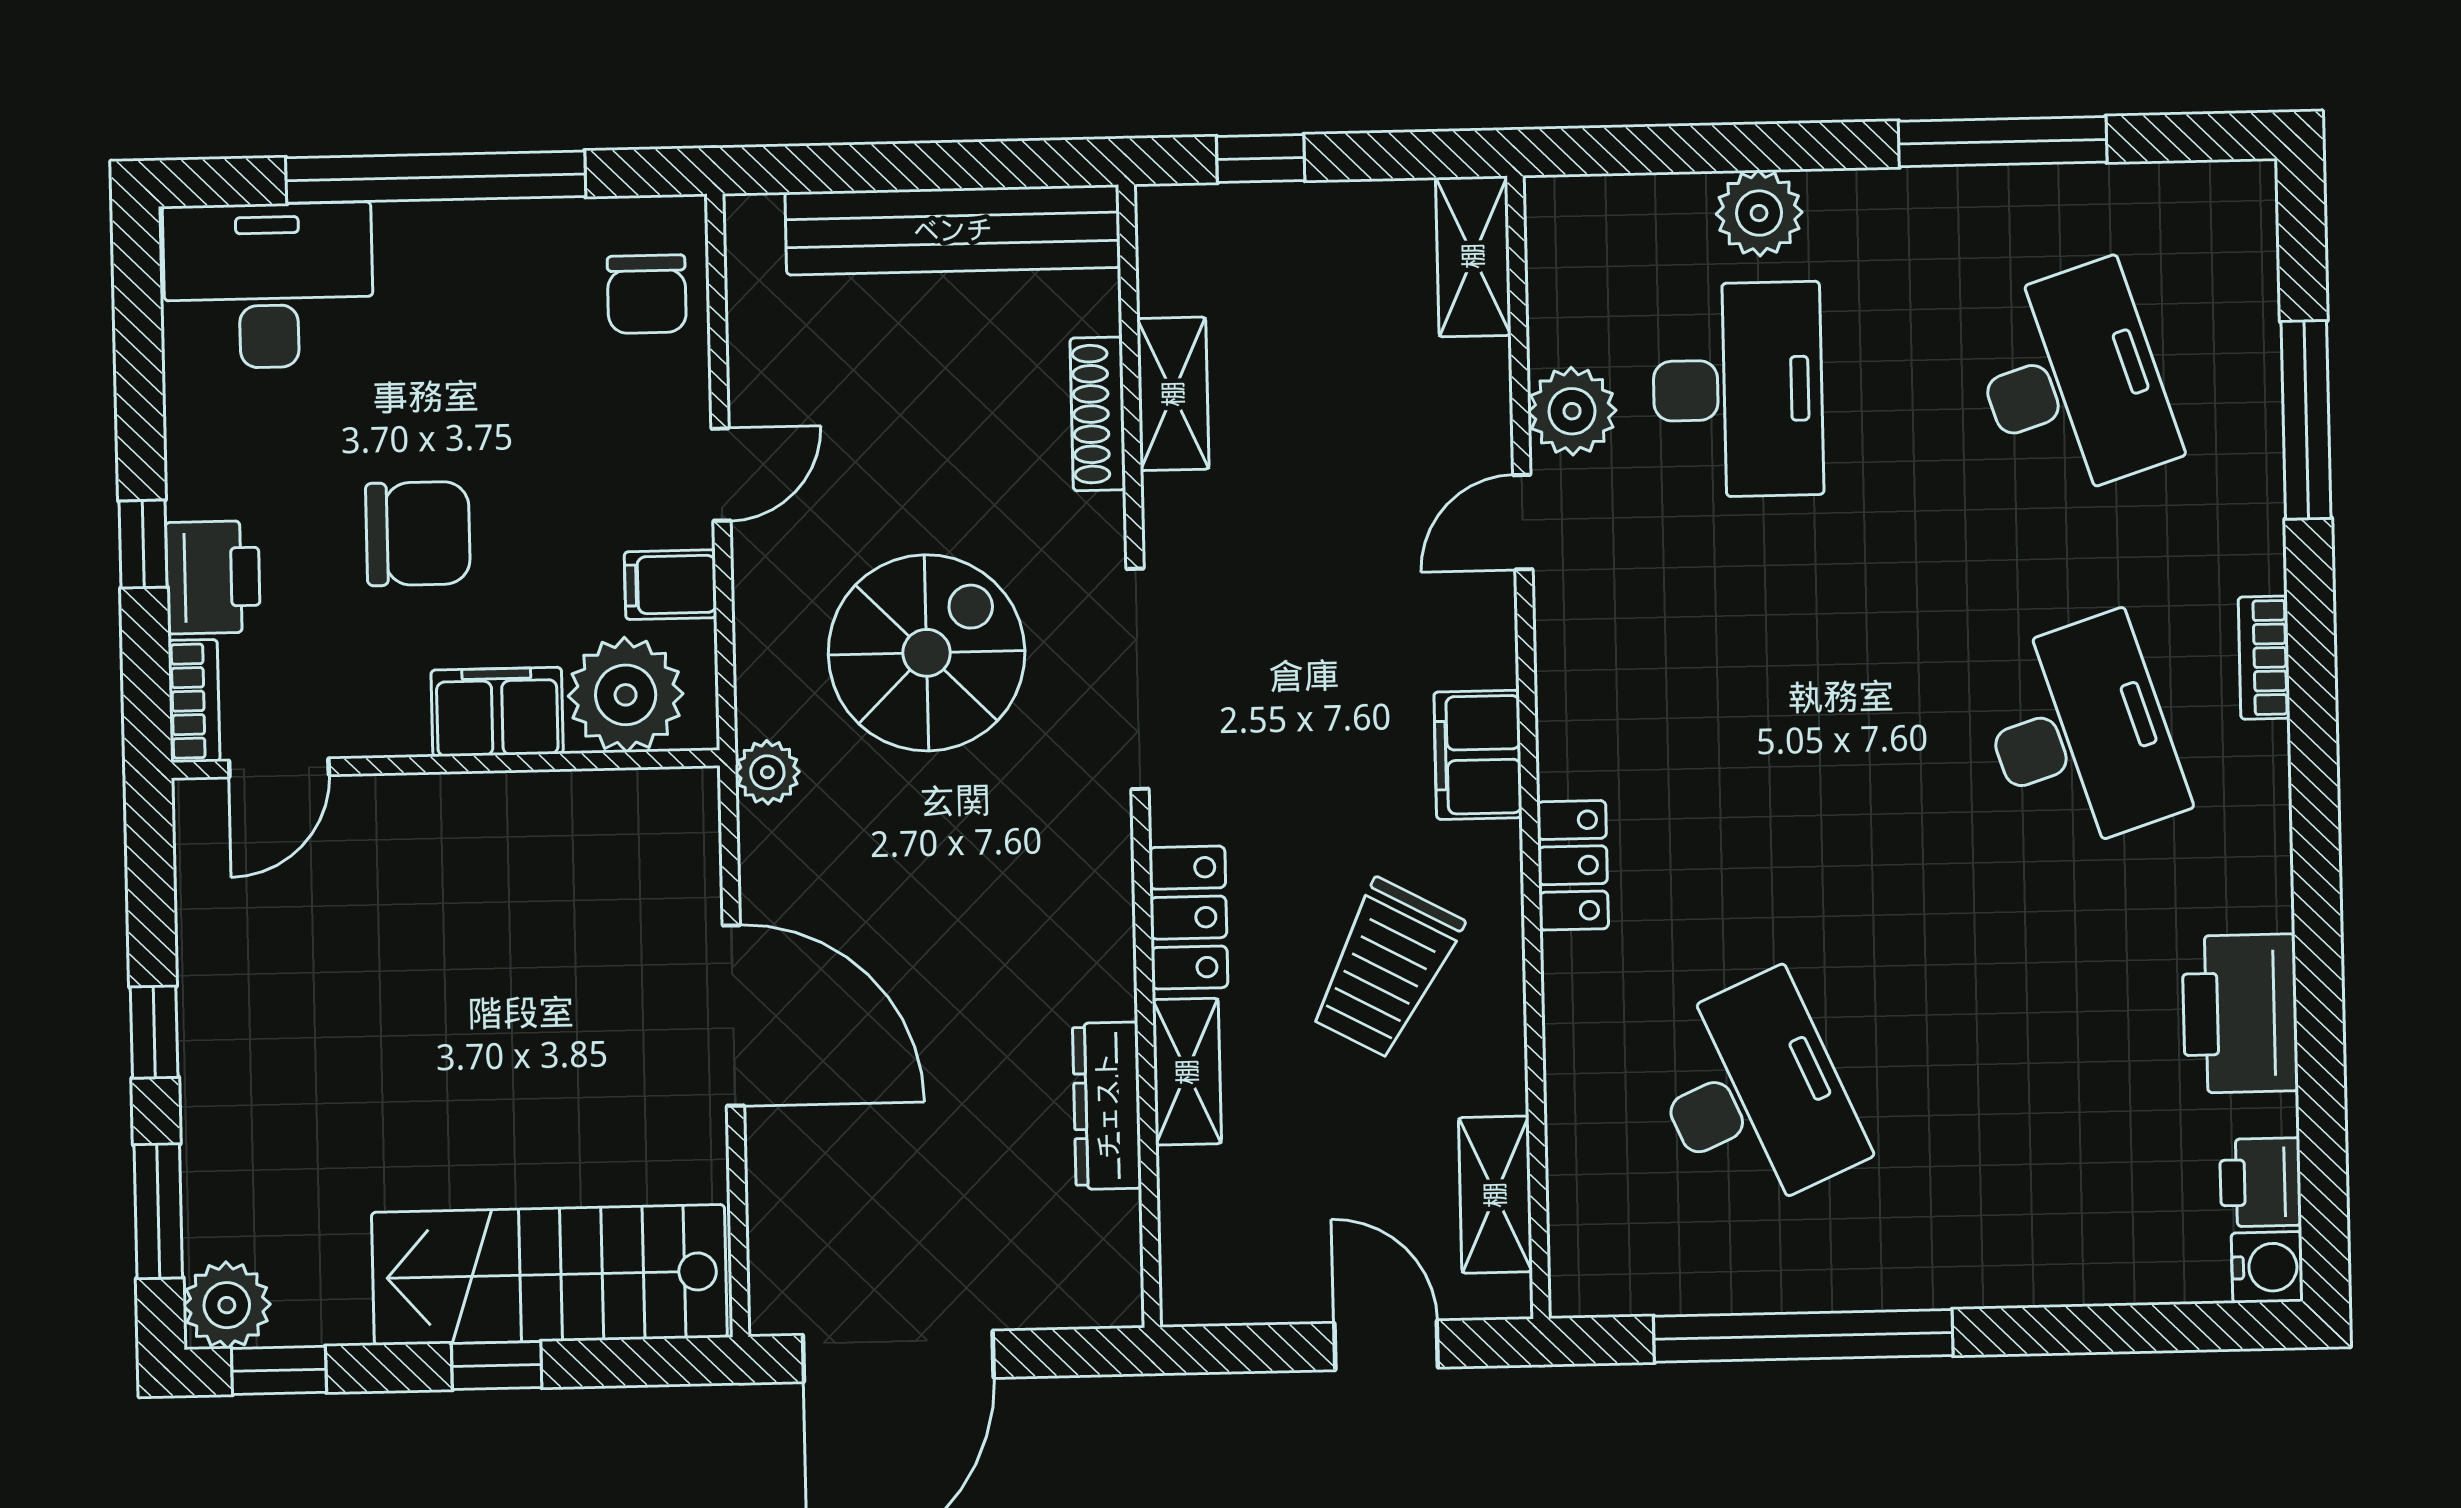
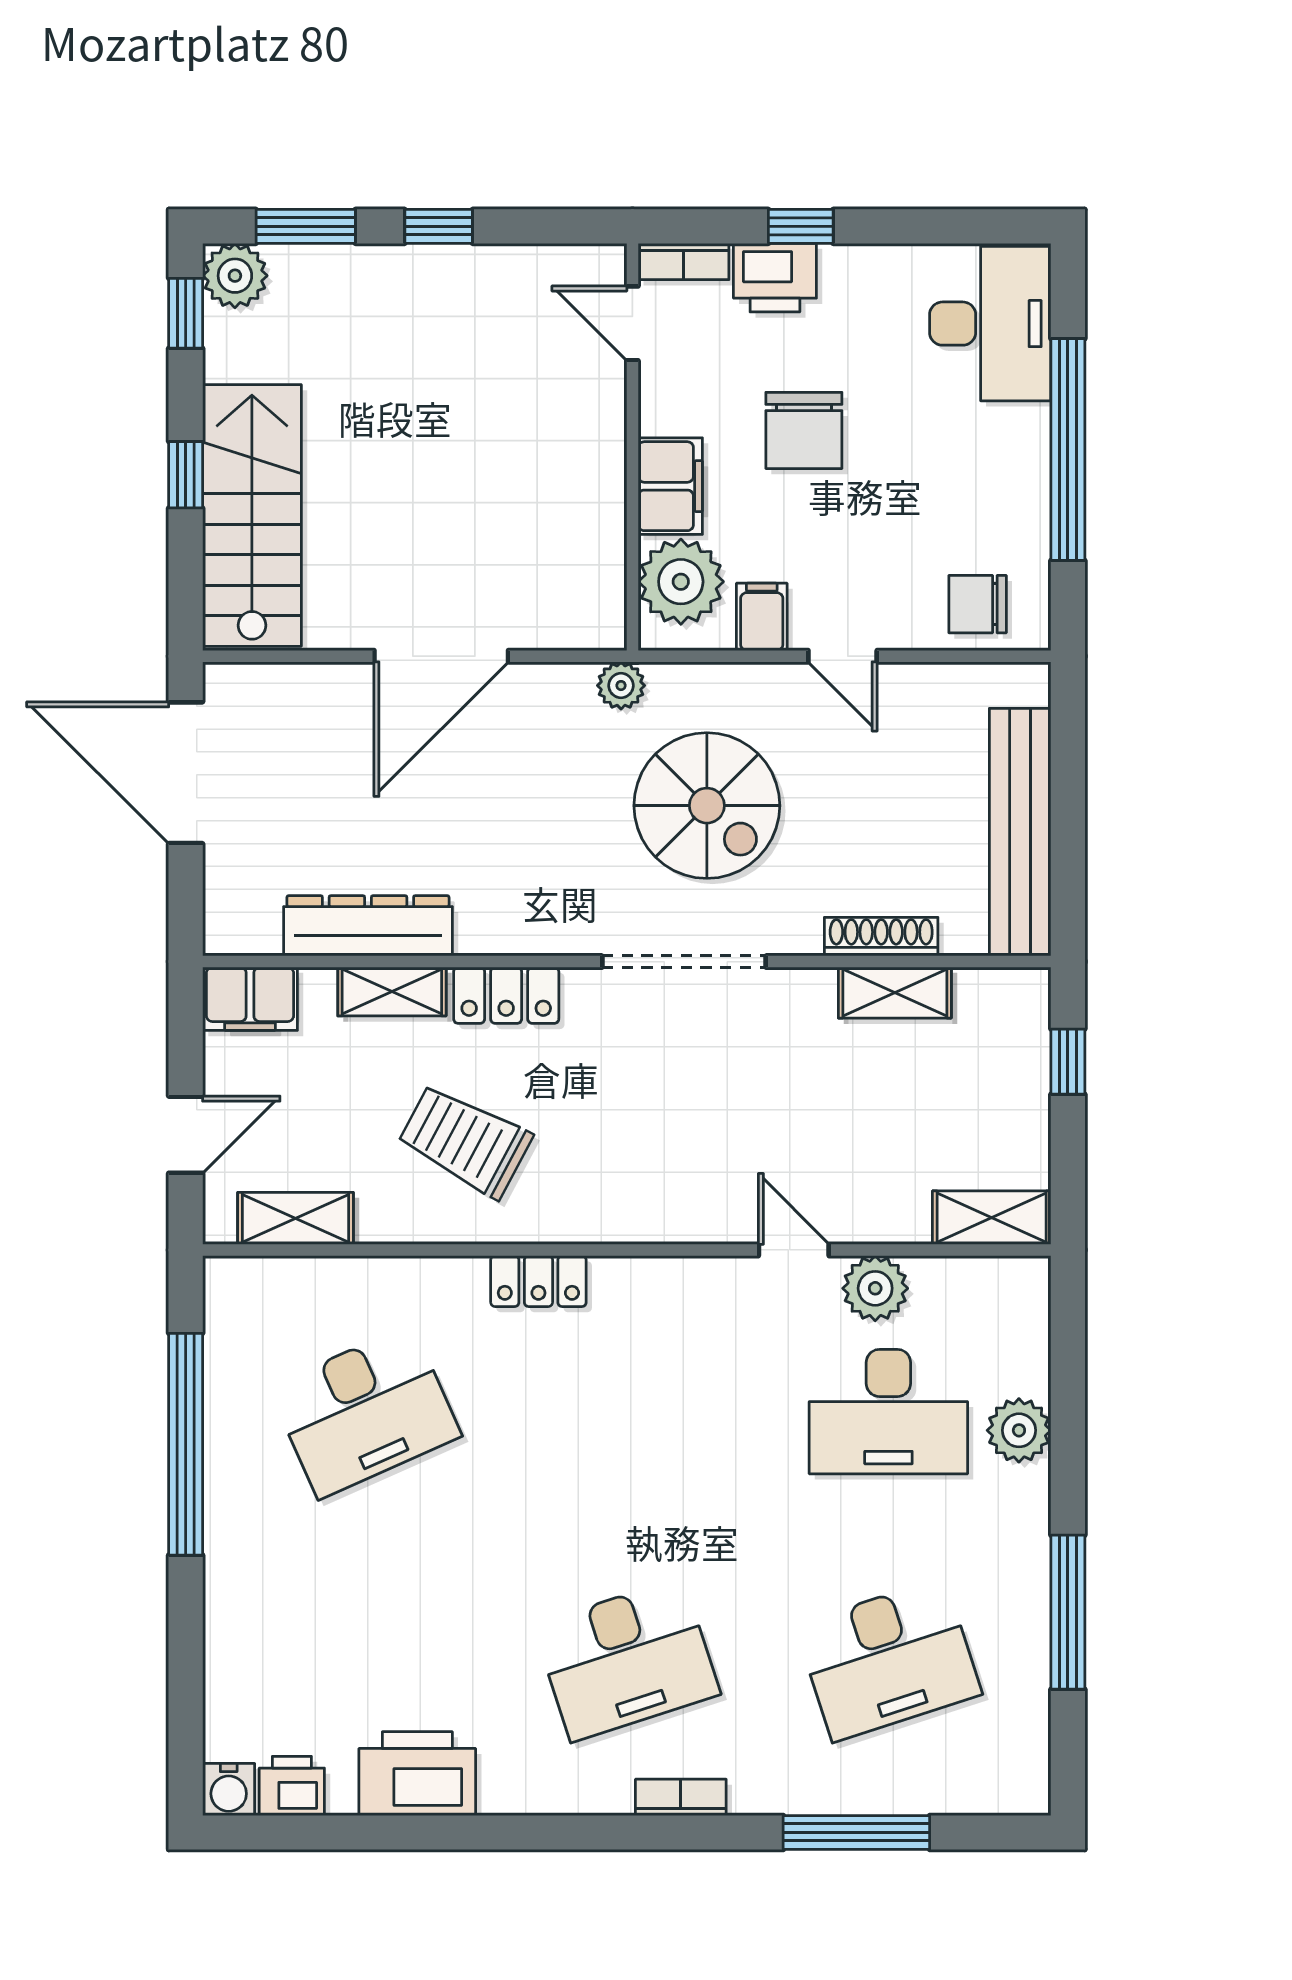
filing cabinet: (1478, 755) -> (250, 999), moved, turned 180
dresser: (1107, 1106) -> (368, 926), width x1.37, depth x1.24

